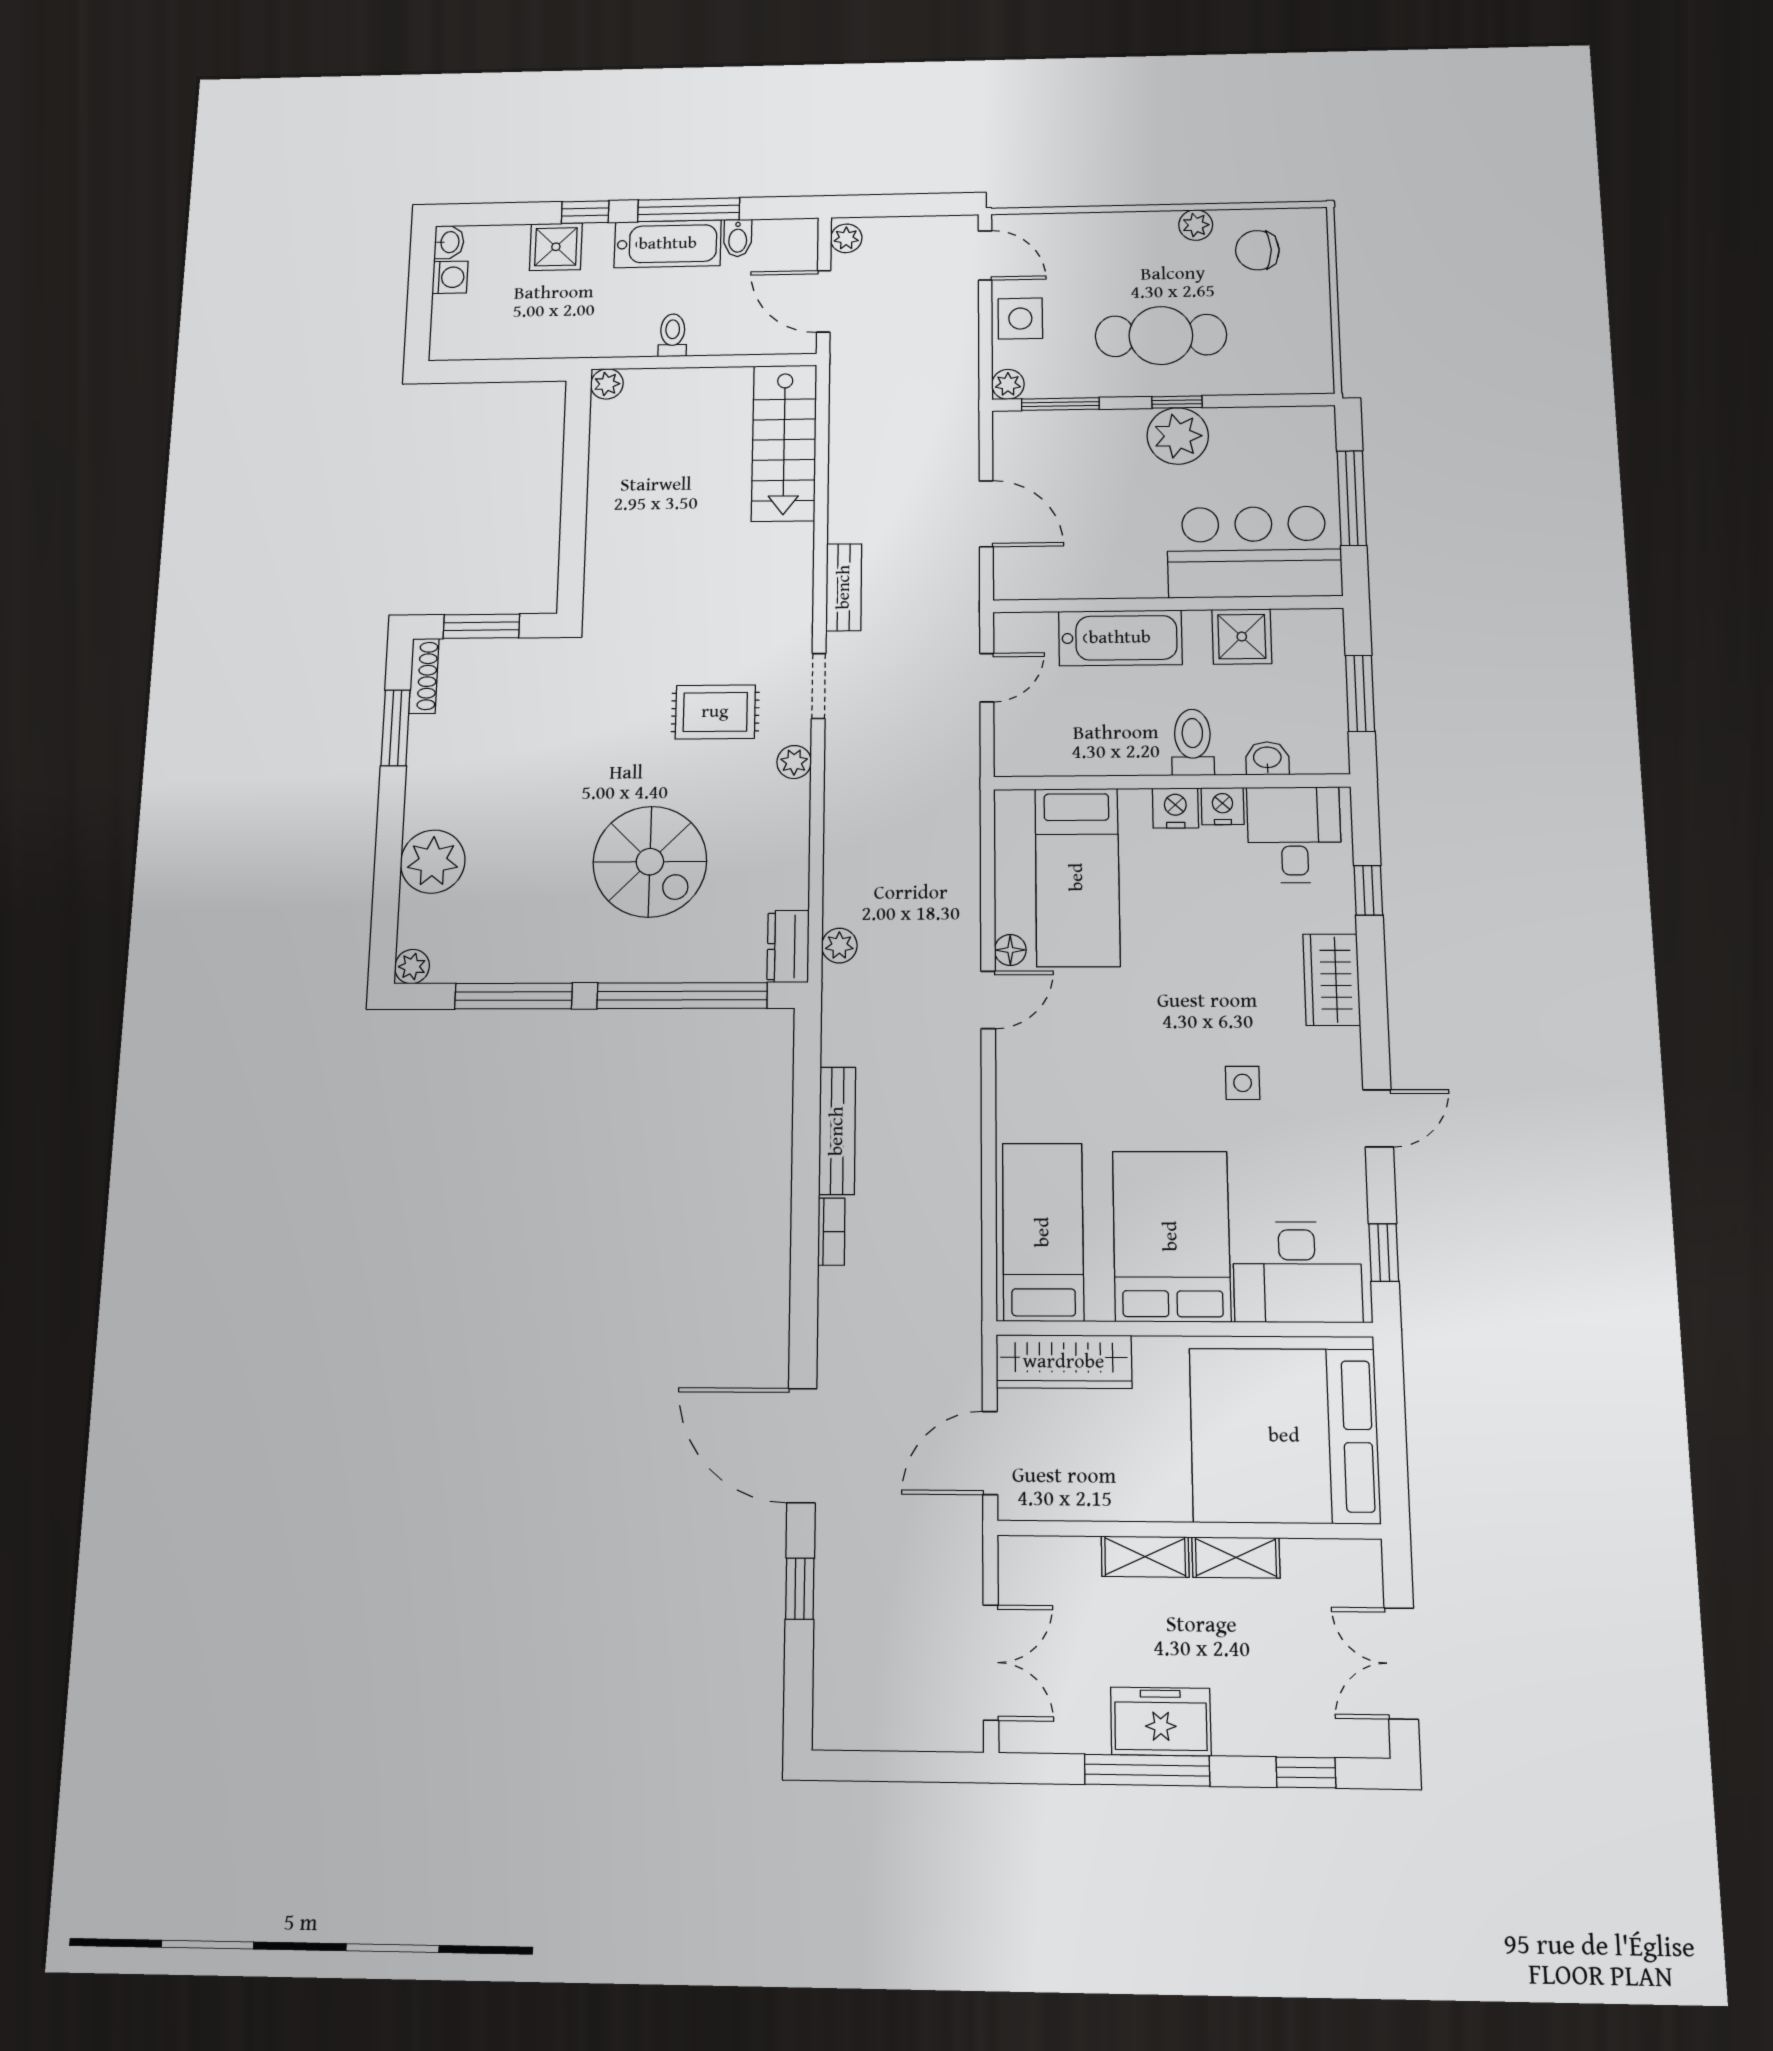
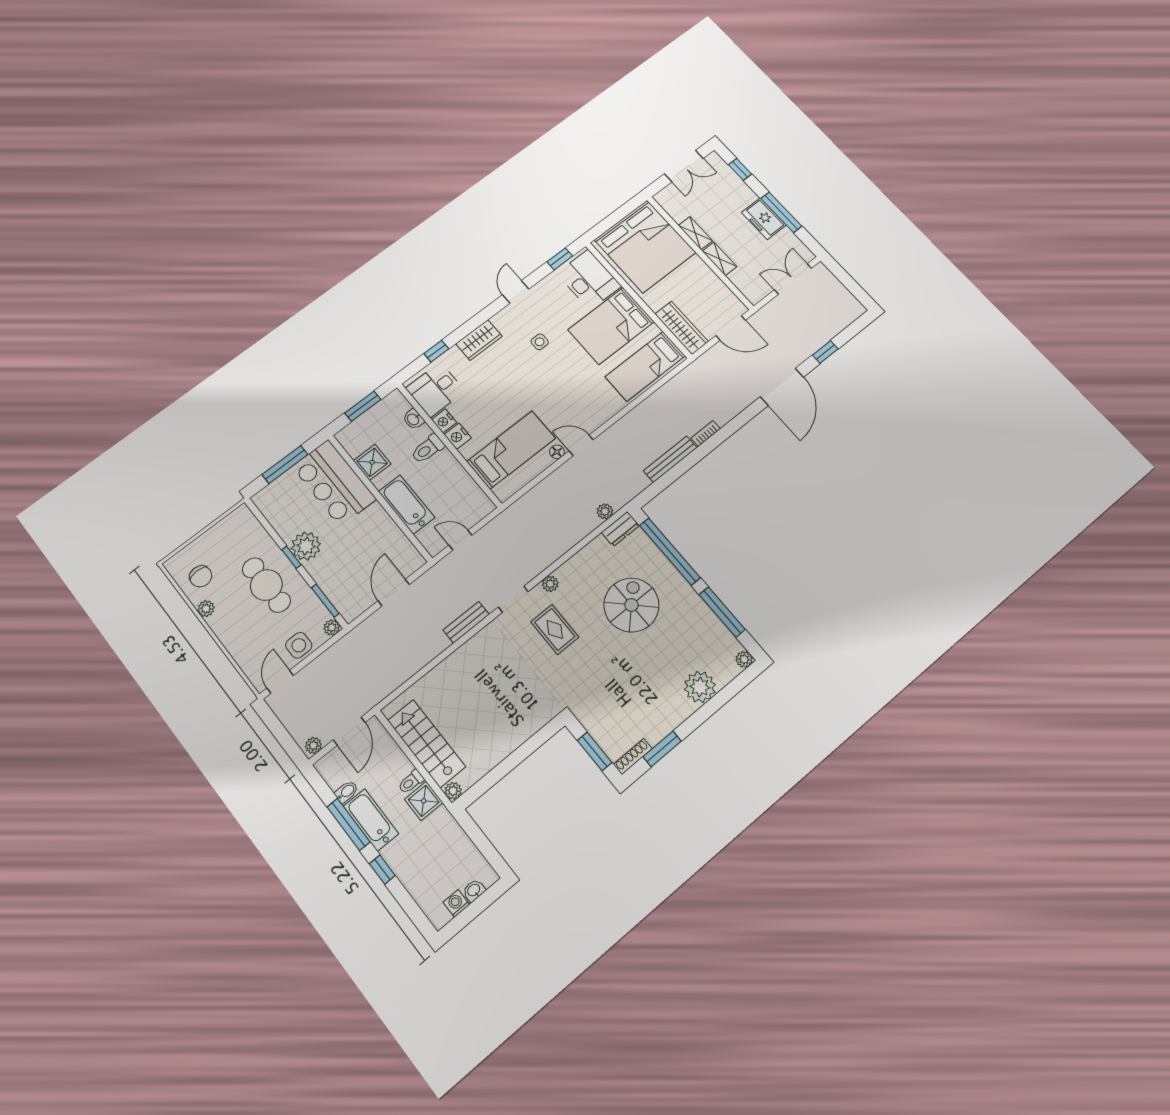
washbasin: (449, 242) -> (474, 890), moved
shower: (556, 247) -> (424, 801), moved
stairs: (784, 443) -> (426, 744), moved, turned -90
door: (1378, 1118) -> (516, 292), hinge flipped

